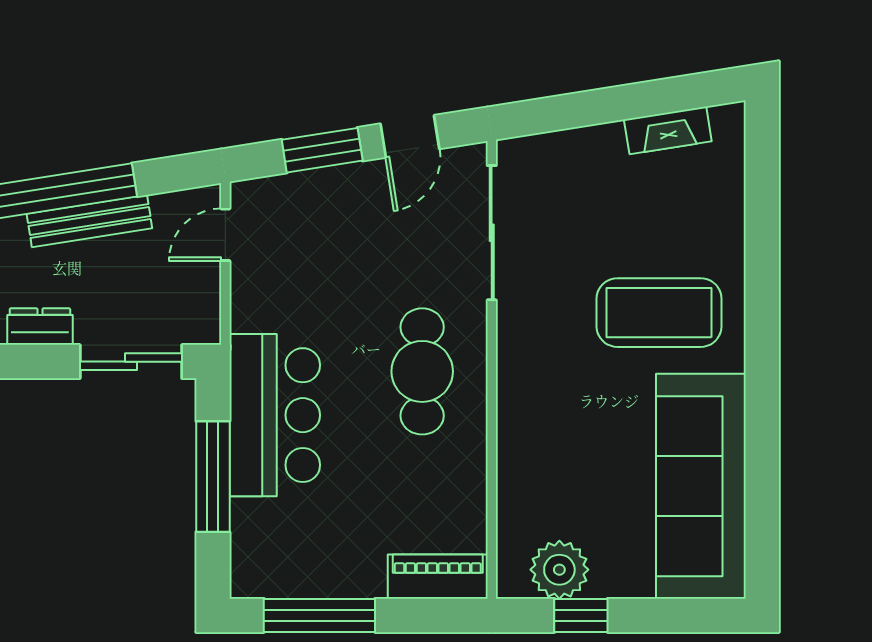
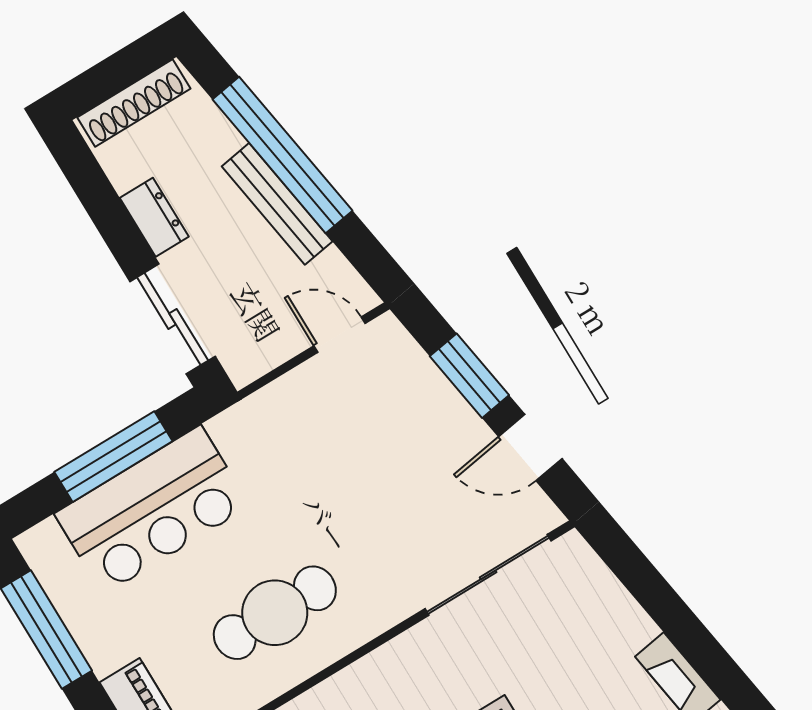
cafe table: (422, 371) -> (275, 613), moved
bar counter: (275, 415) -> (152, 510), moved

